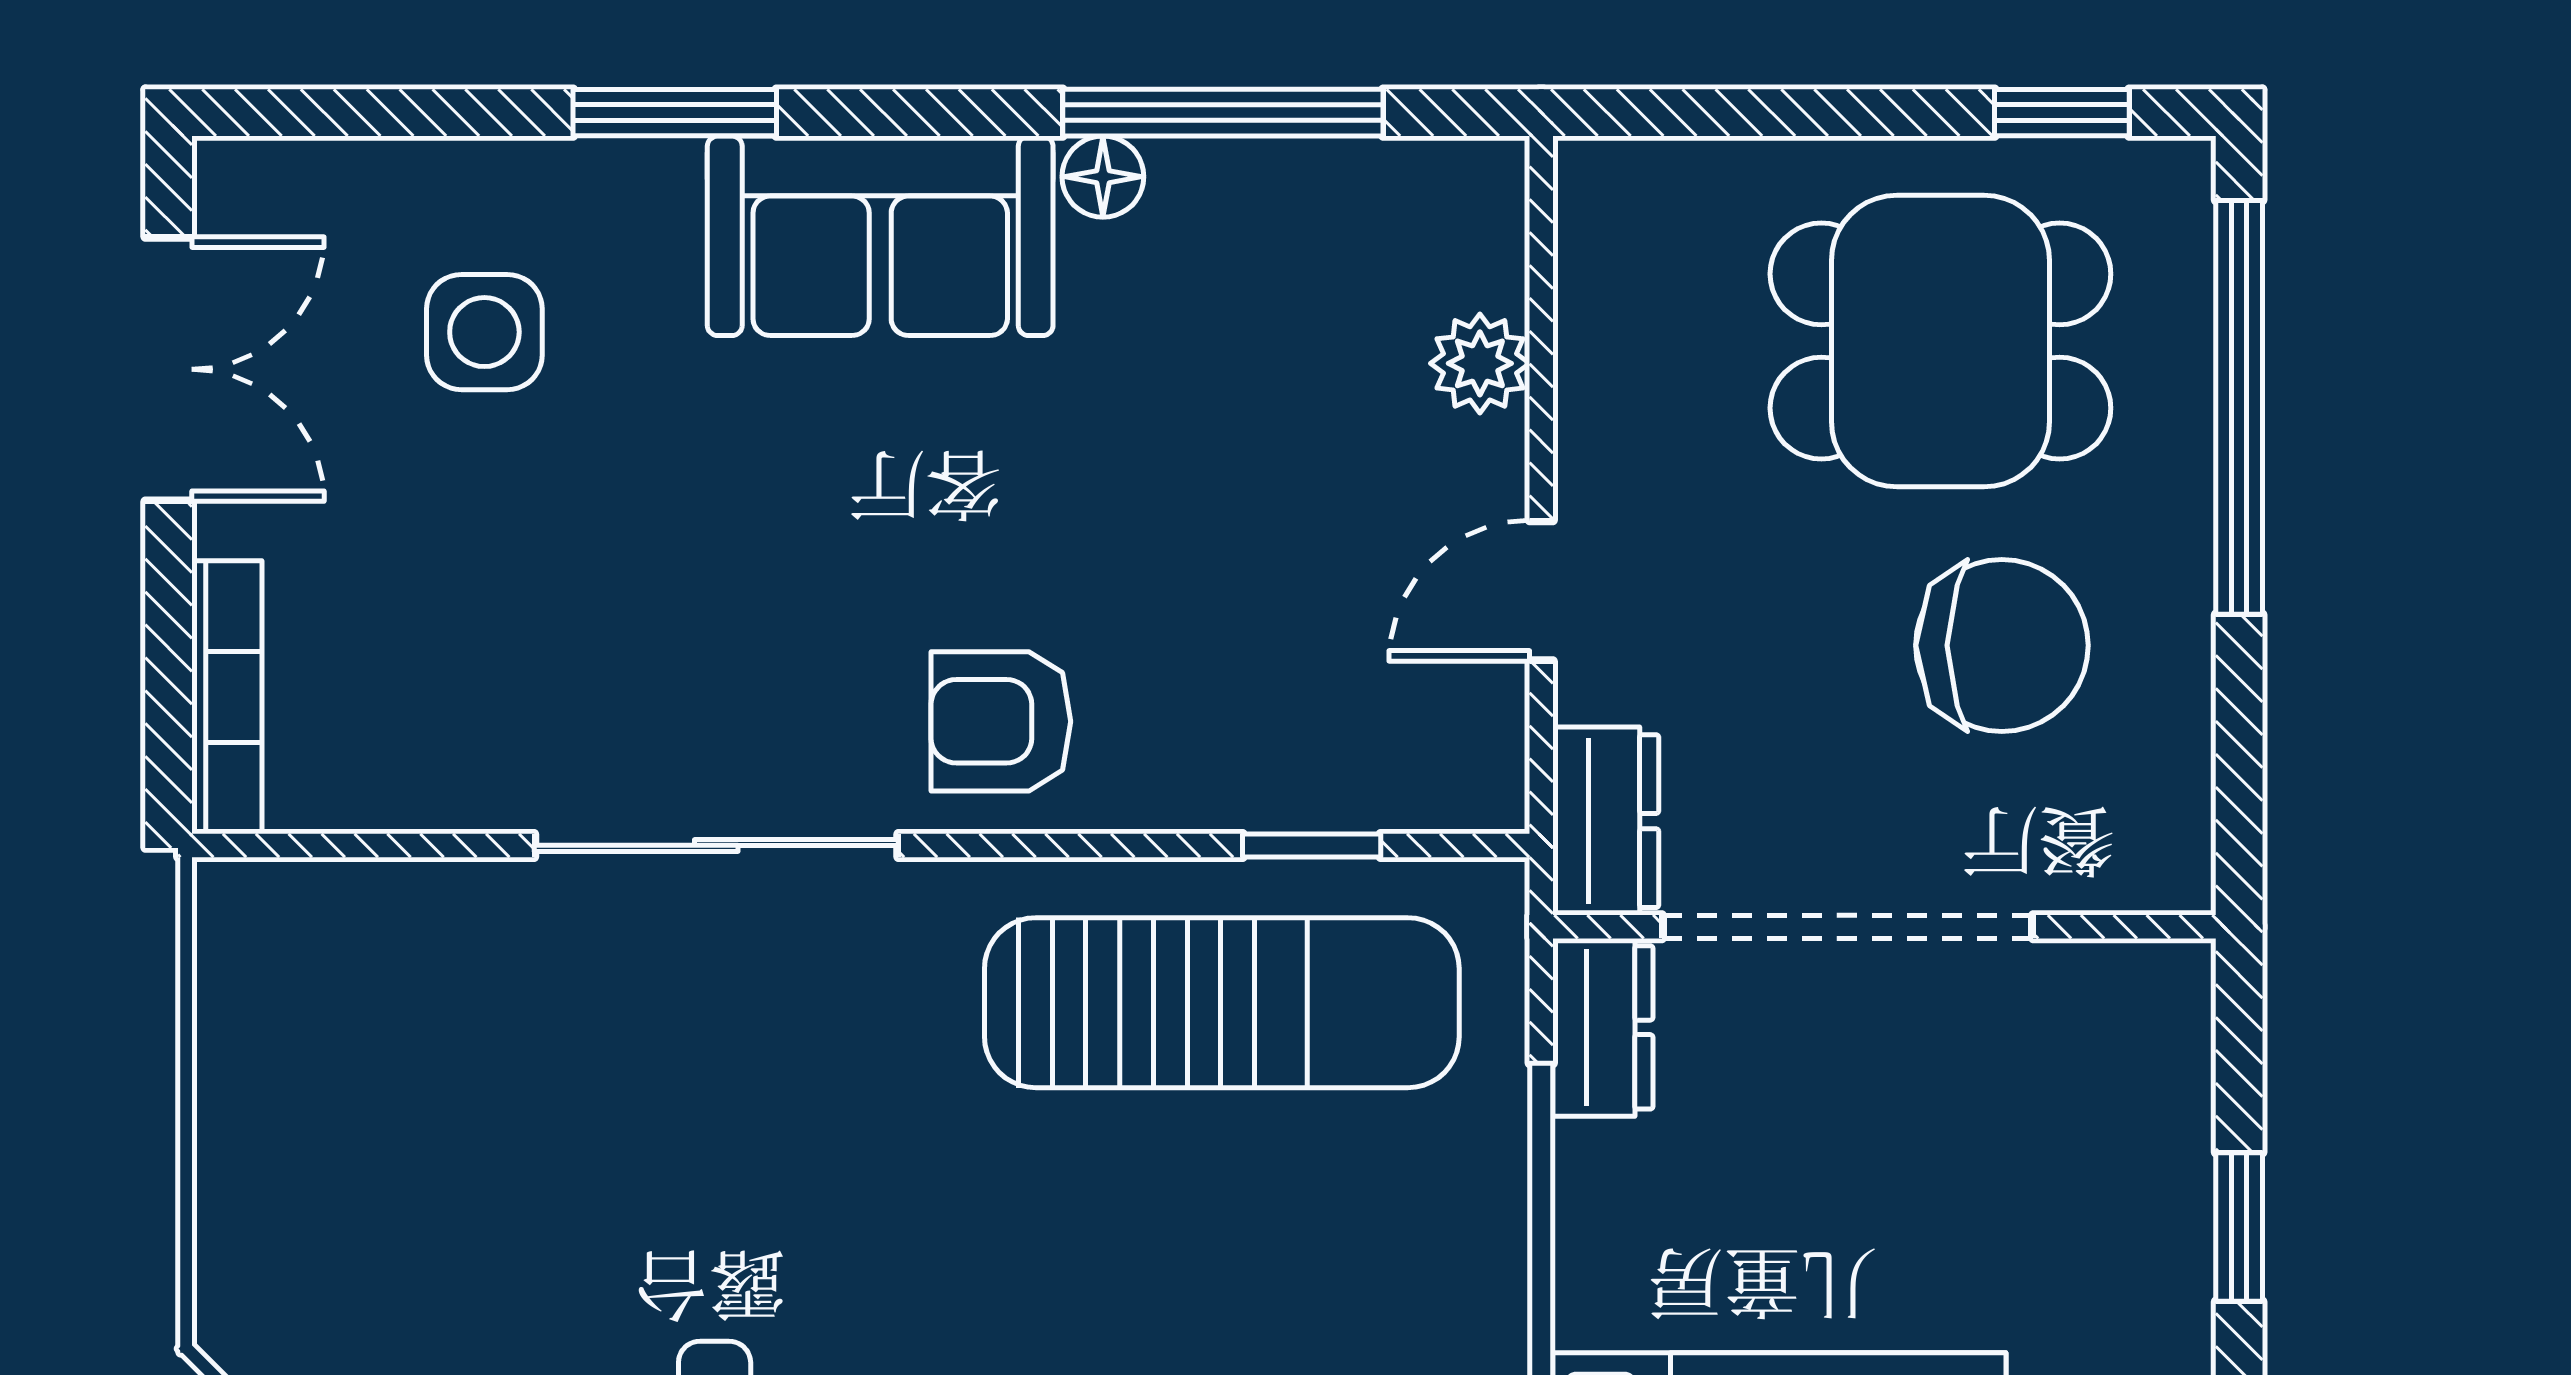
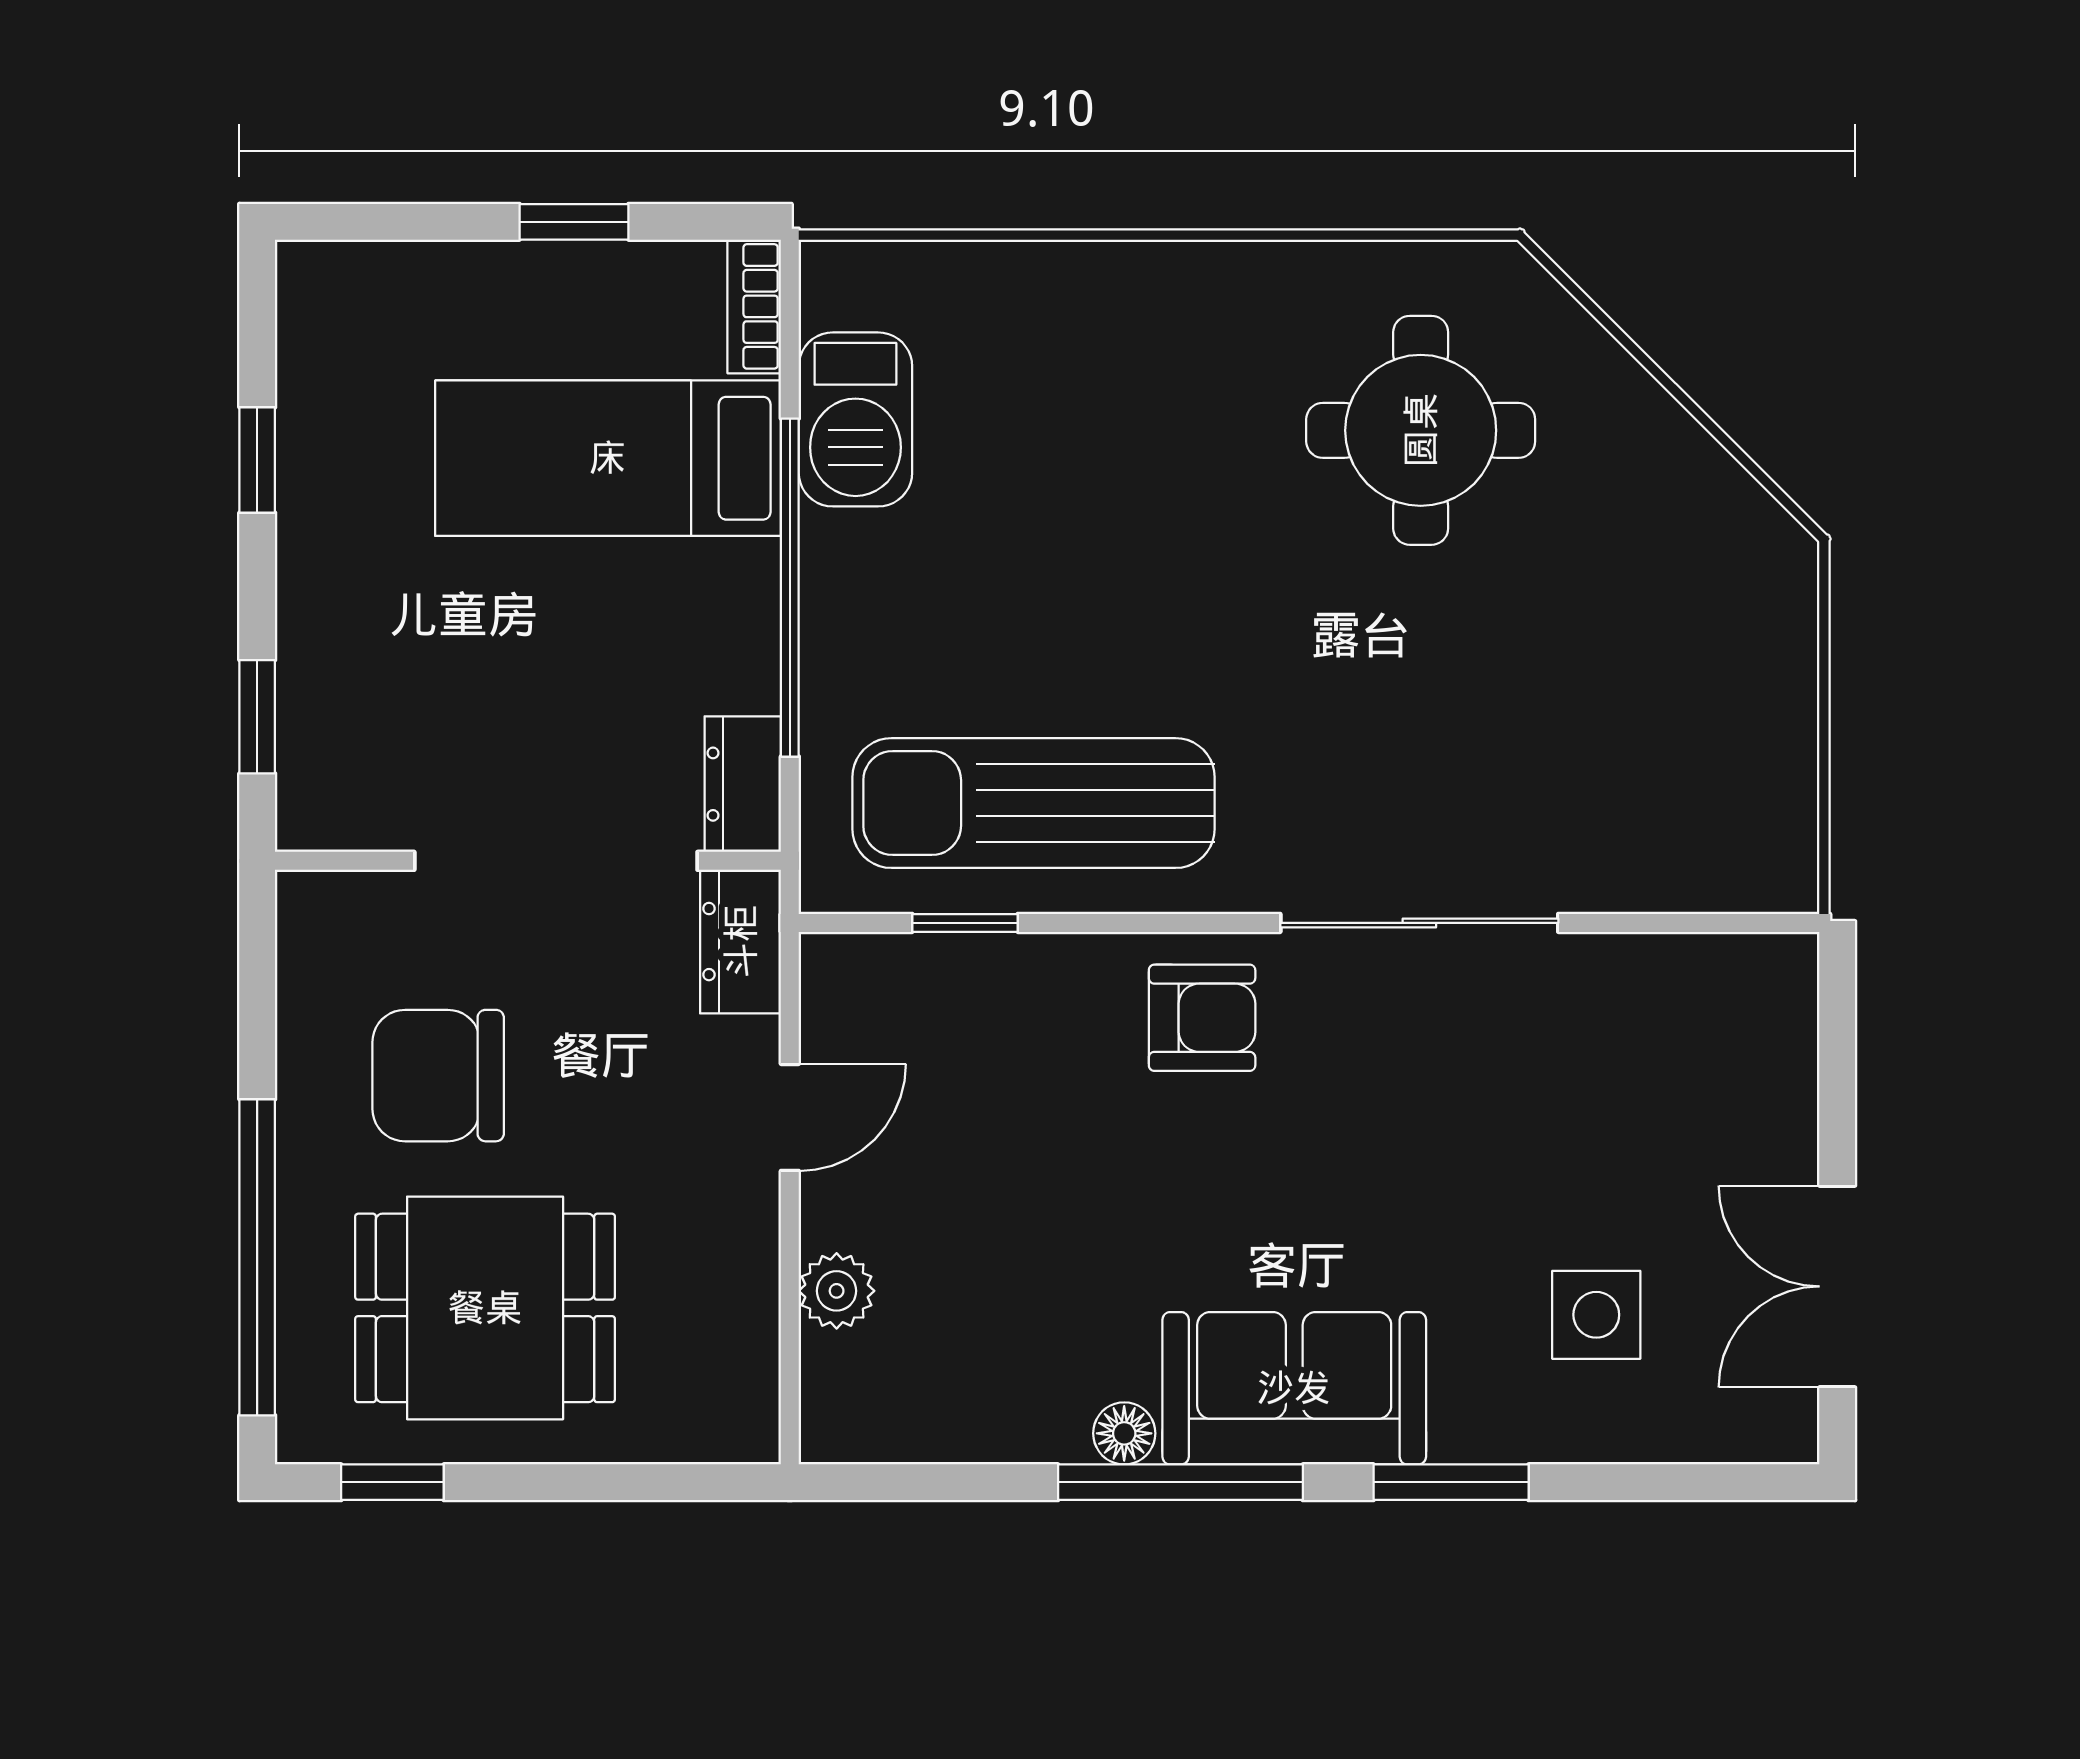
window: (1223, 113) -> (1180, 1482), moved
bookcase: (227, 697) -> (1793, 1036), removed
window: (2239, 1227) -> (257, 717), moved

